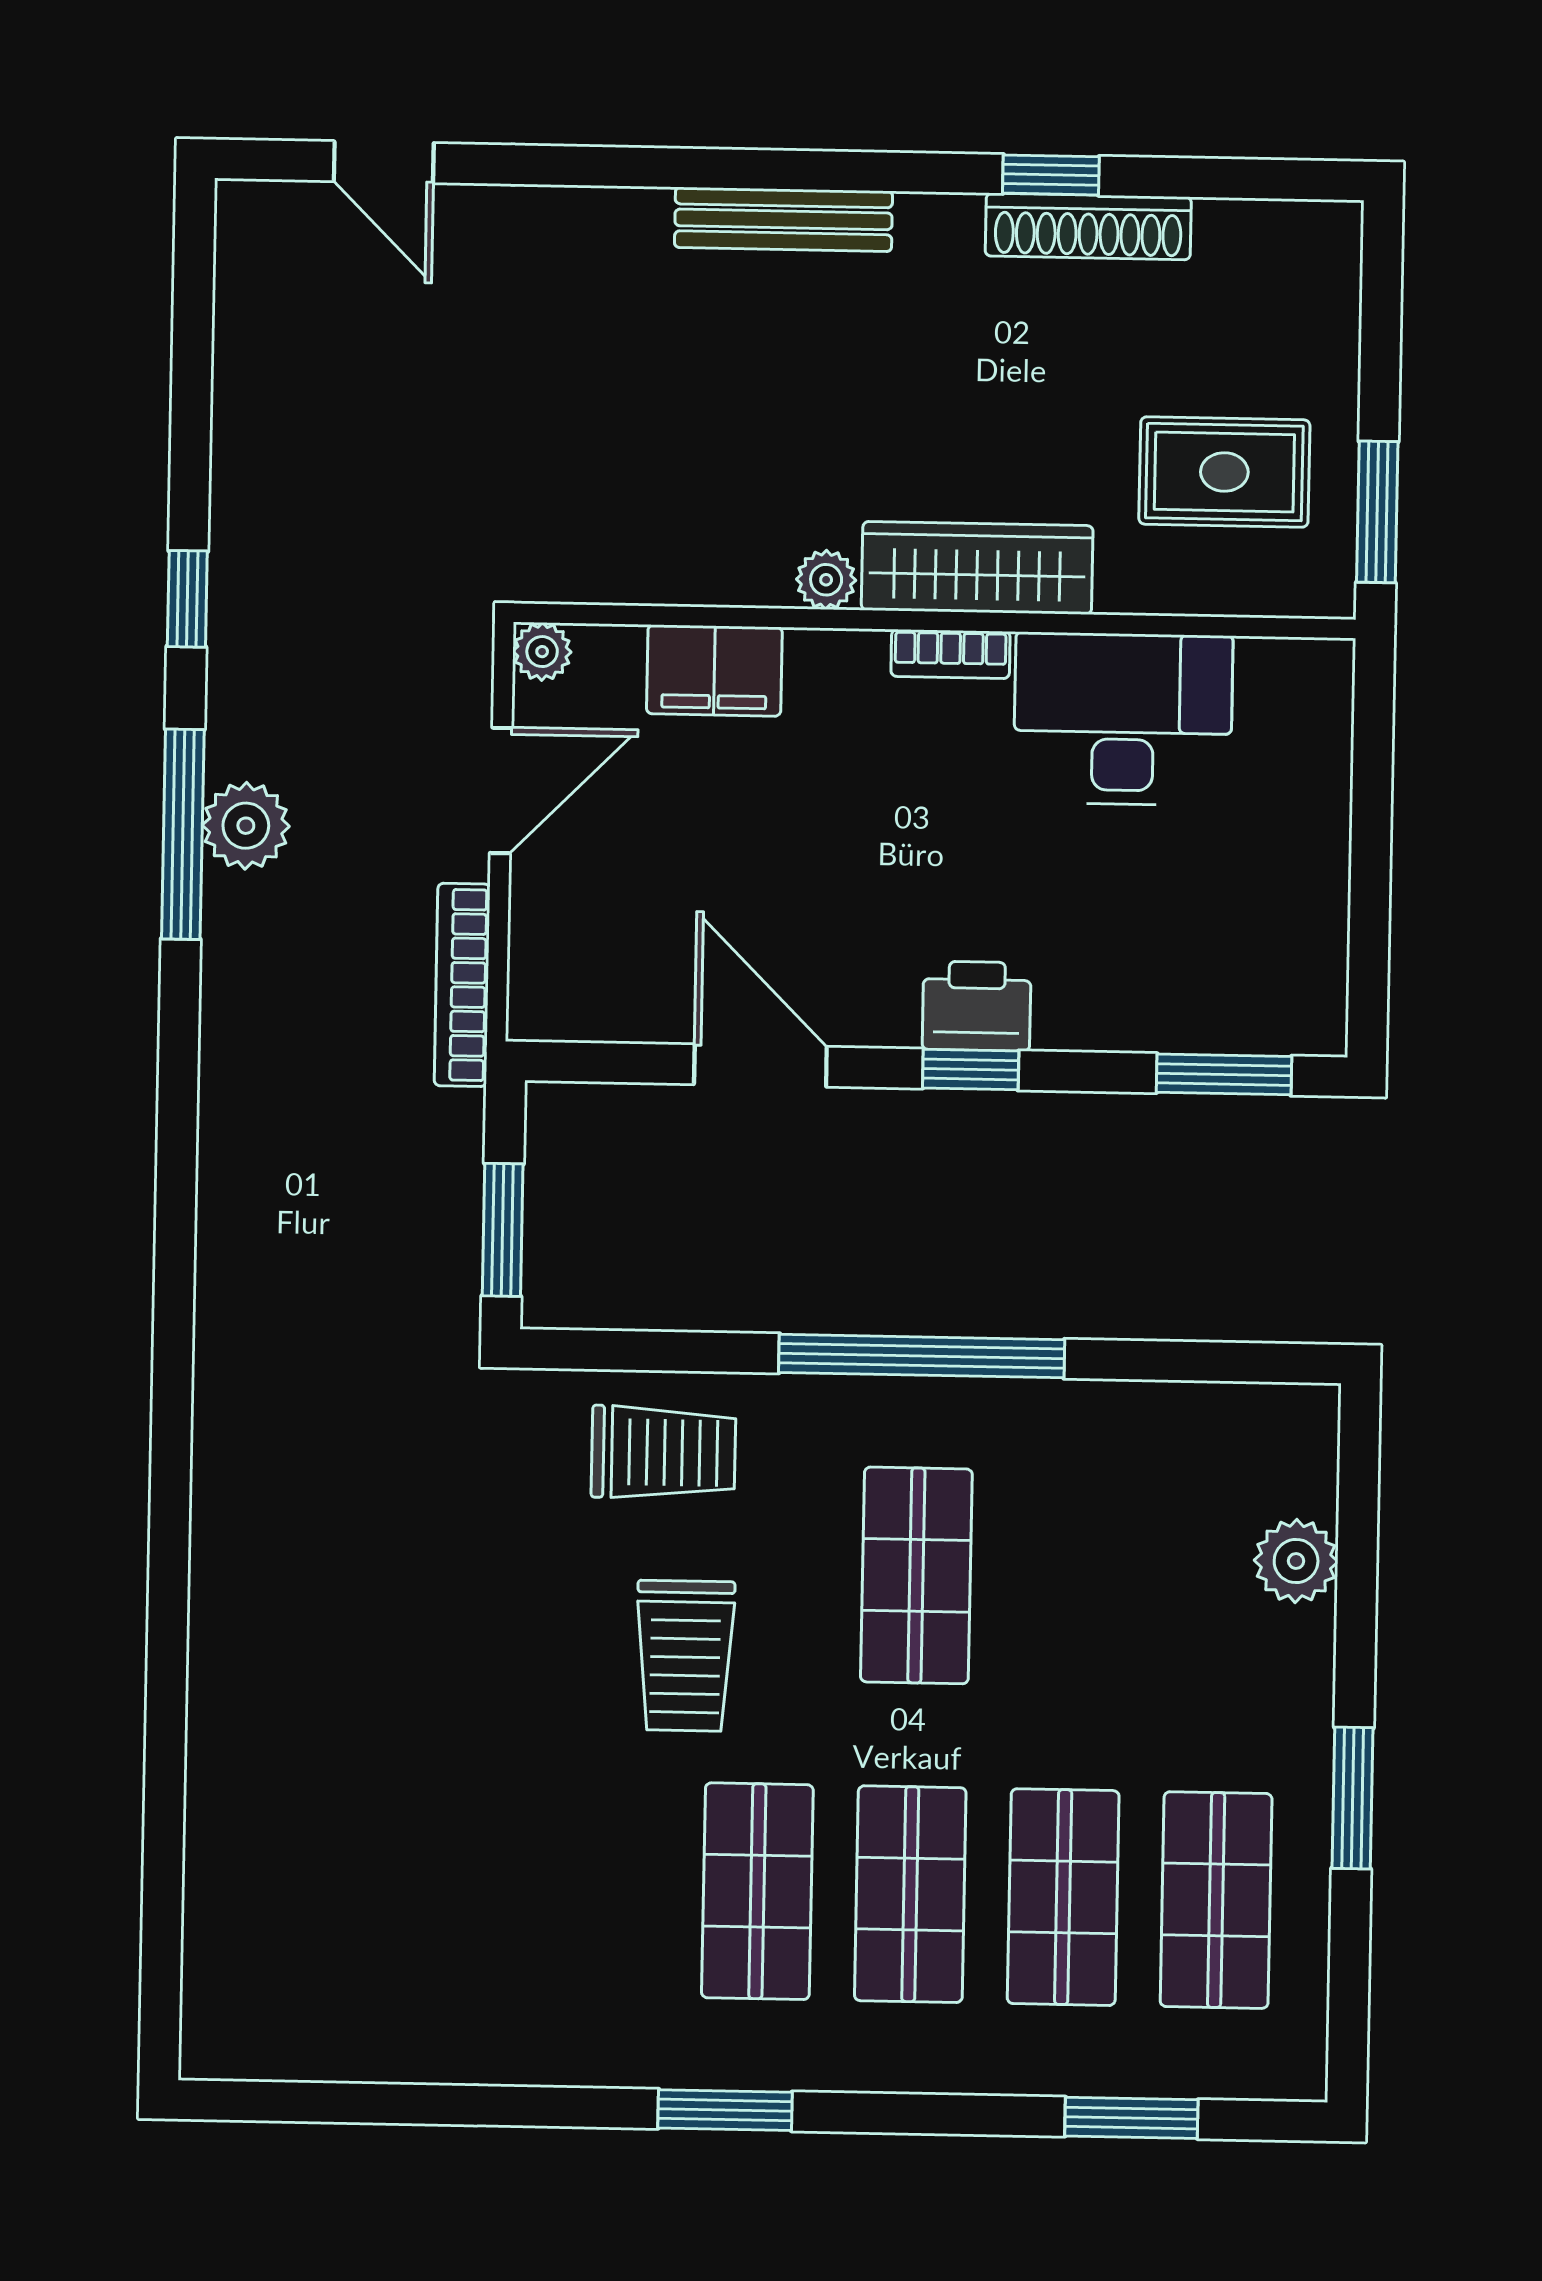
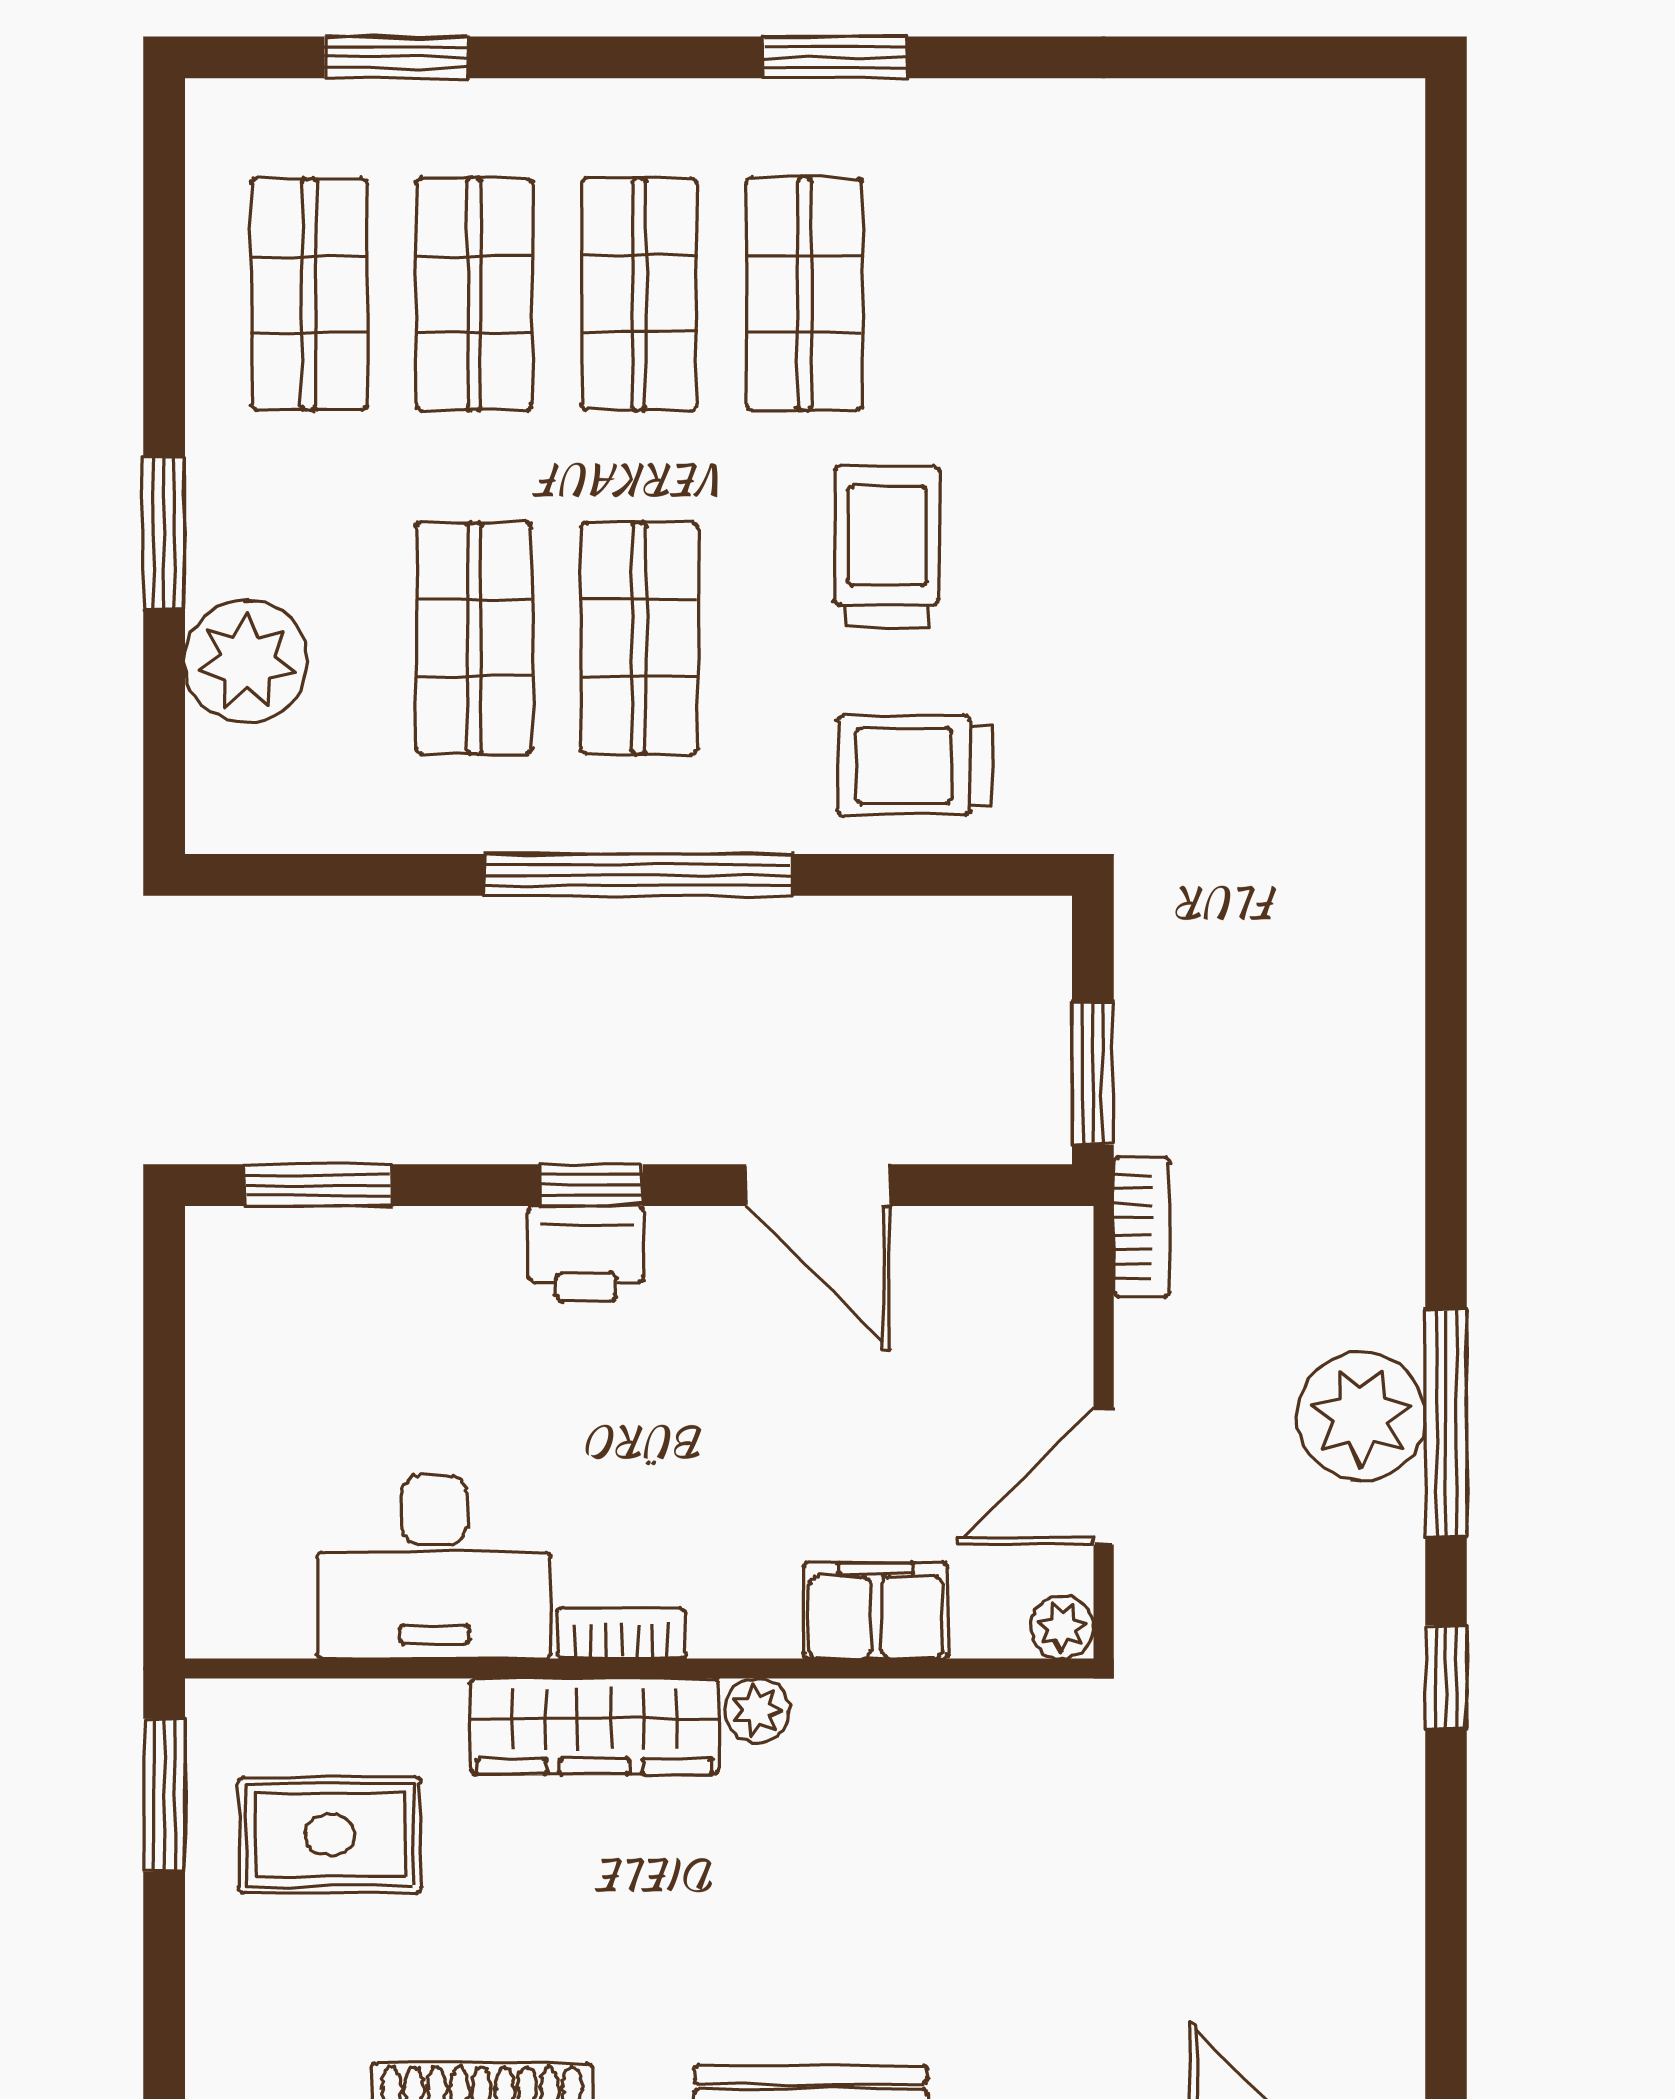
plant: (246, 826) -> (1361, 1416), width x1.36, depth x1.36
bookcase: (462, 985) -> (1142, 1226), width x0.64
window: (503, 1230) -> (1093, 1073), moved
plant: (1296, 1561) -> (246, 662), width x1.36, depth x1.36
shop shelf: (1069, 1578) -> (474, 638), added
window: (1353, 1798) -> (164, 533), moved

